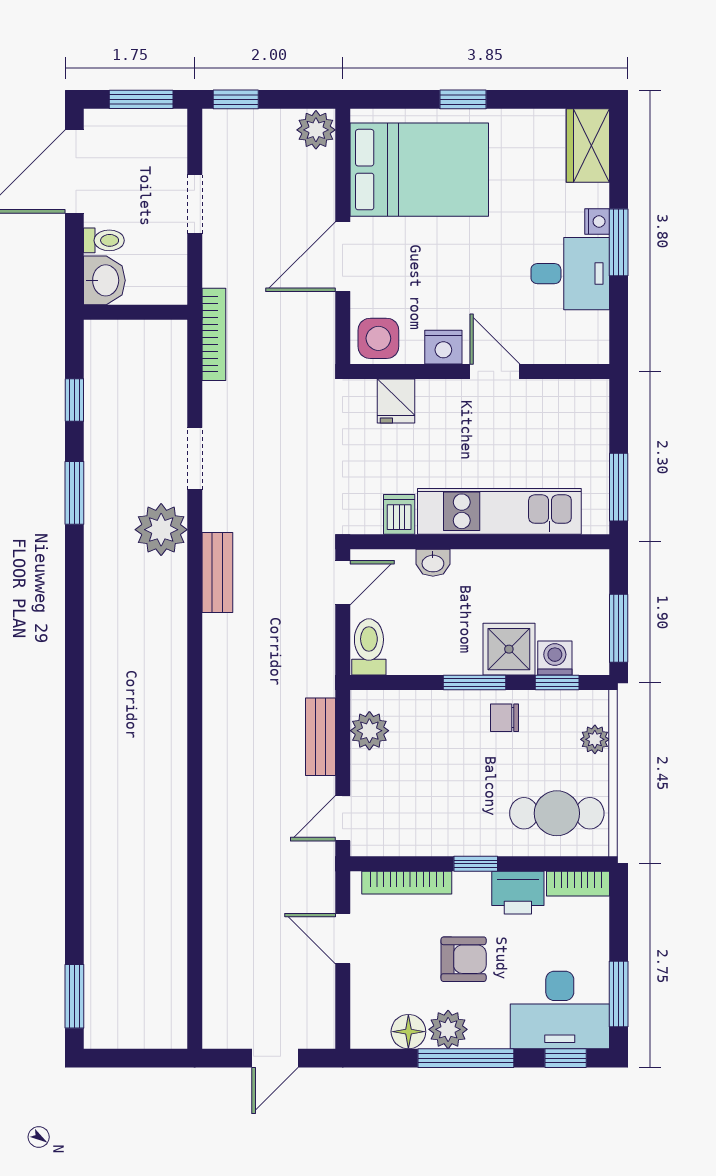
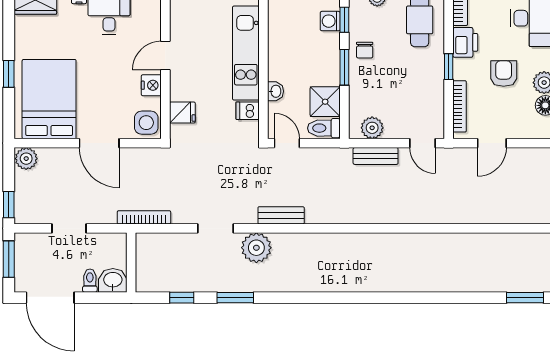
shower: (509, 649) -> (325, 102), moved

